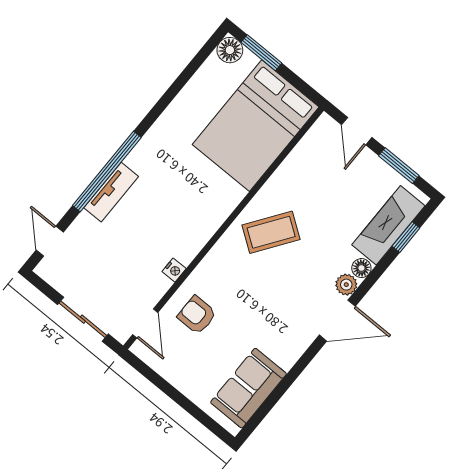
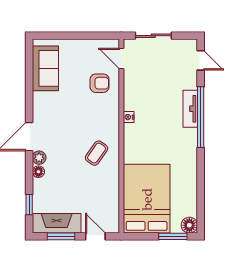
fireplace: (388, 225) -> (57, 223), moved, turned -90
coffee table: (271, 232) -> (97, 153), width x0.73, depth x0.77
nightstand: (174, 270) -> (129, 117), moved

